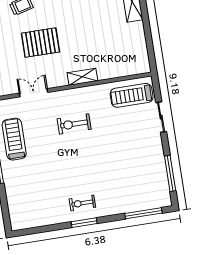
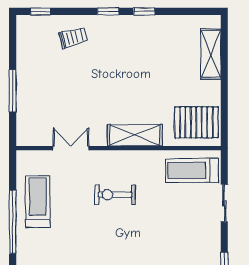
pallet: (40, 43) -> (196, 122), moved
shelving: (82, 77) -> (135, 135), width x1.50, depth x1.33

